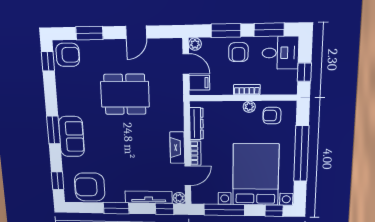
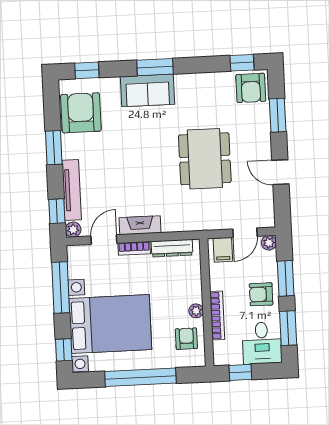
bookcase: (247, 90) -> (217, 315), width x1.56
door: (188, 176) -> (104, 240), swing flipped

